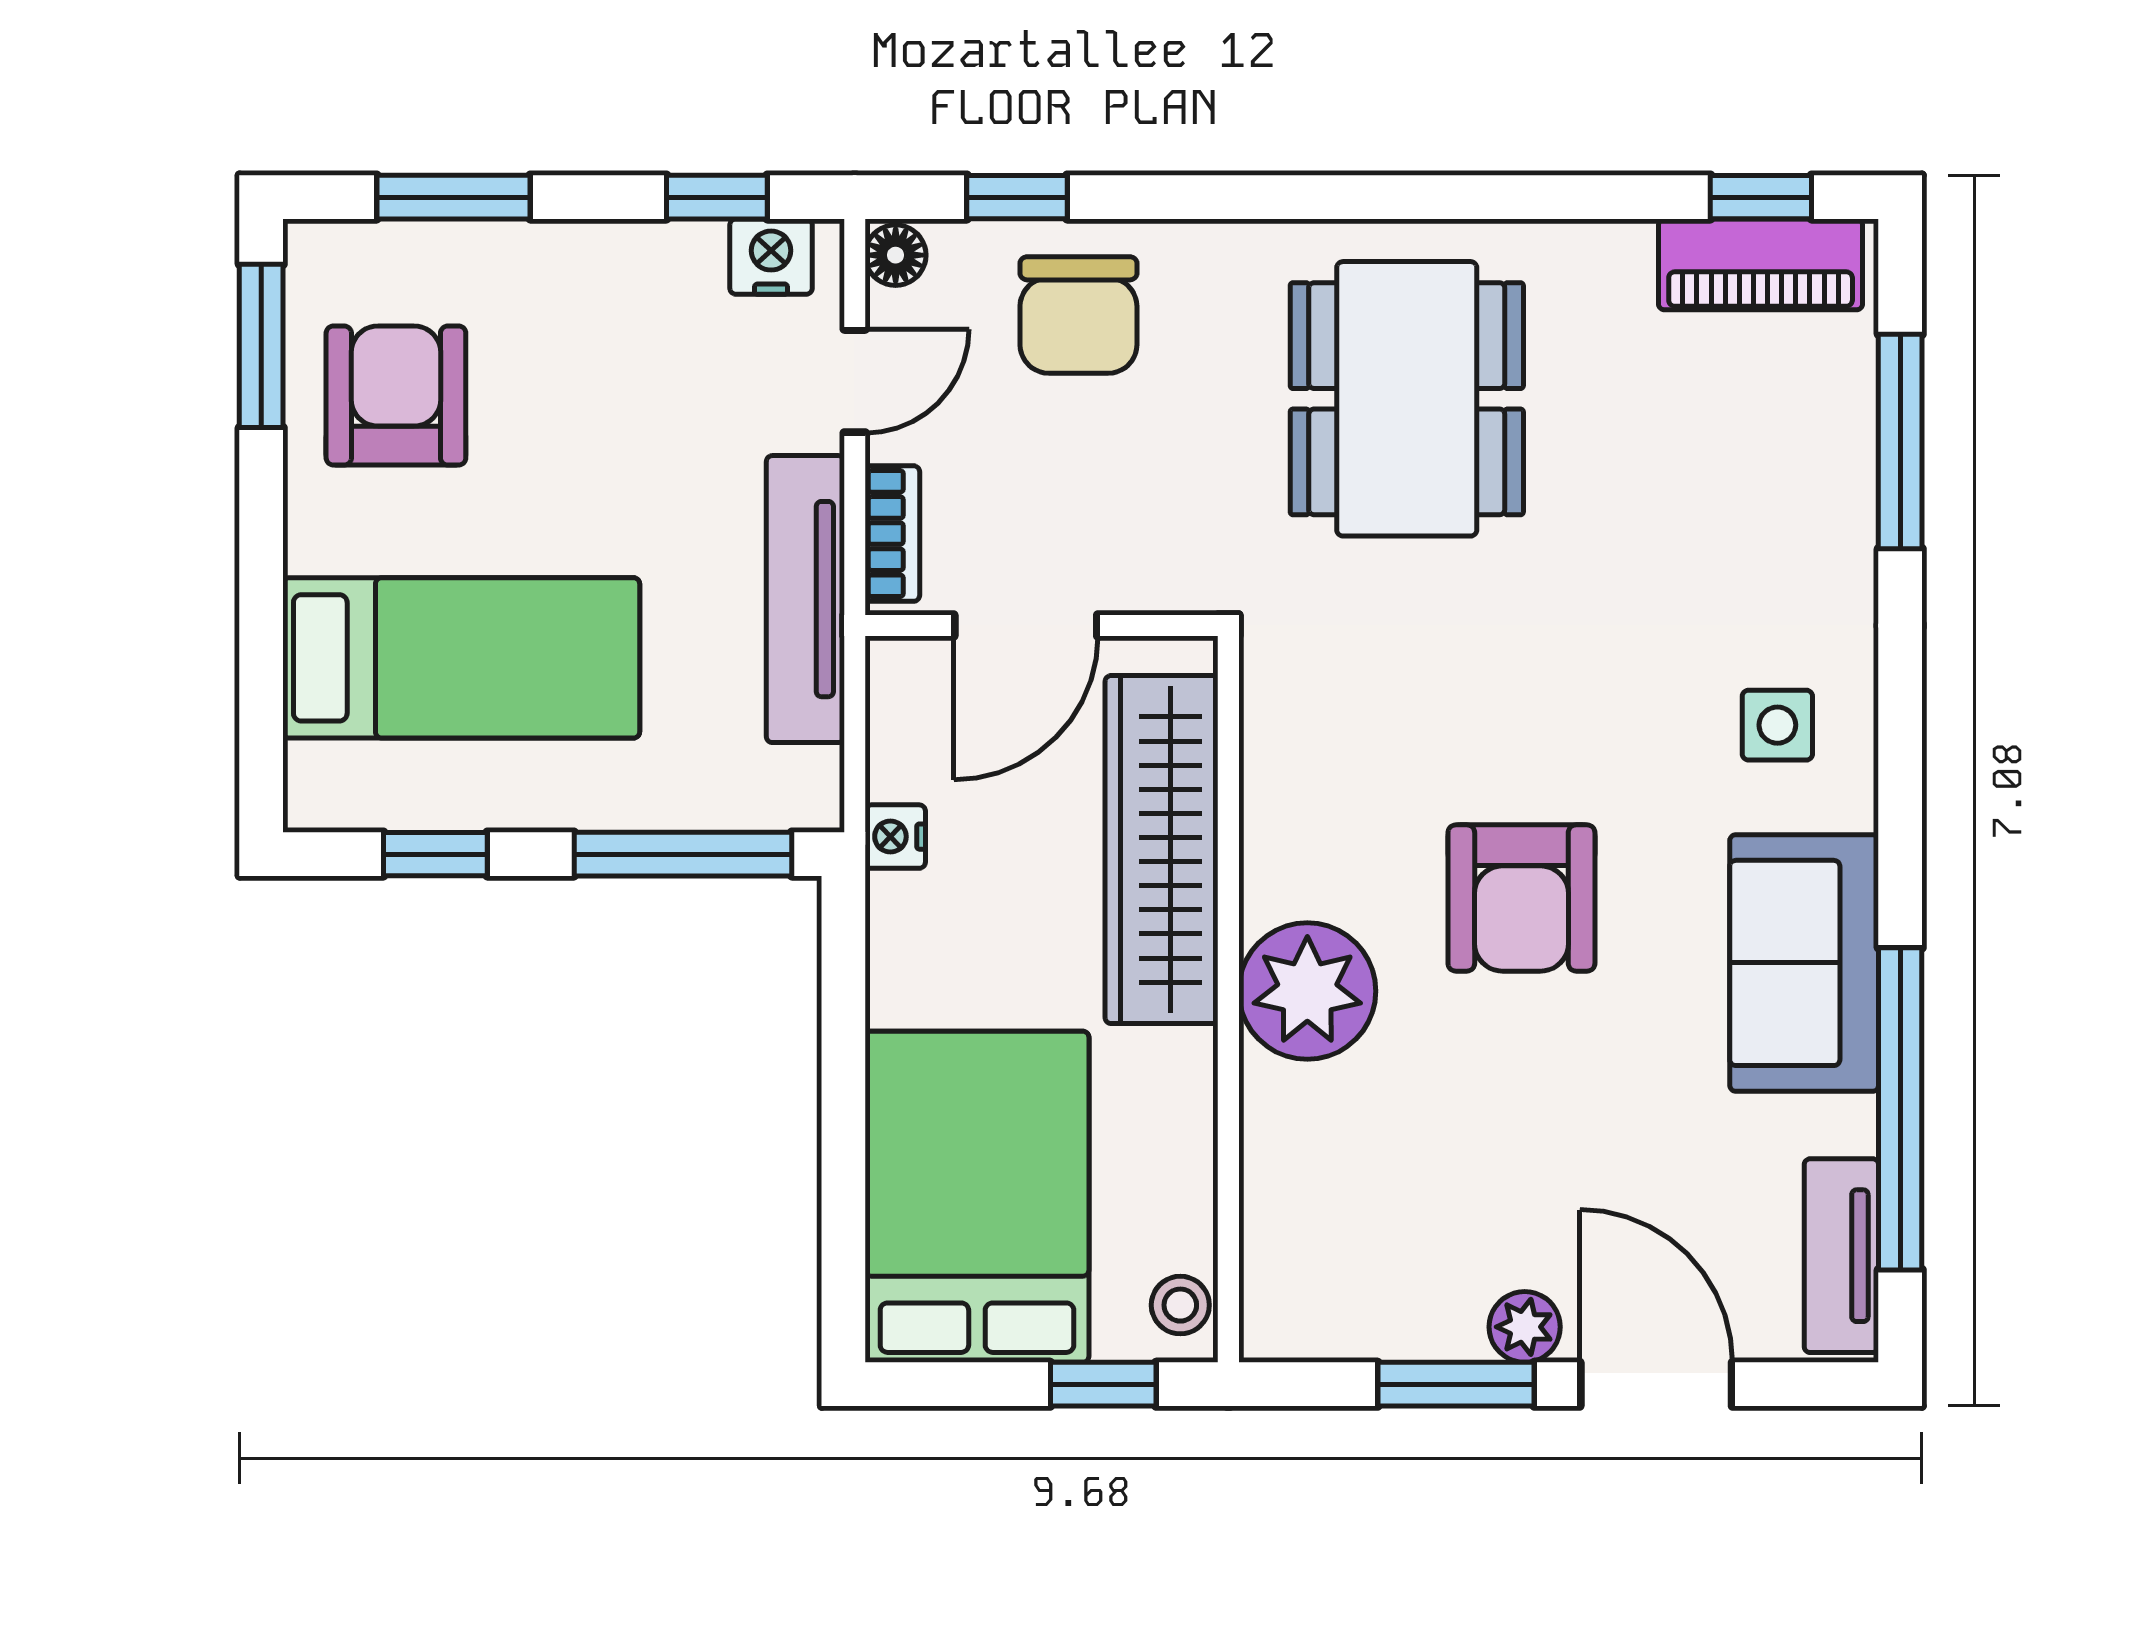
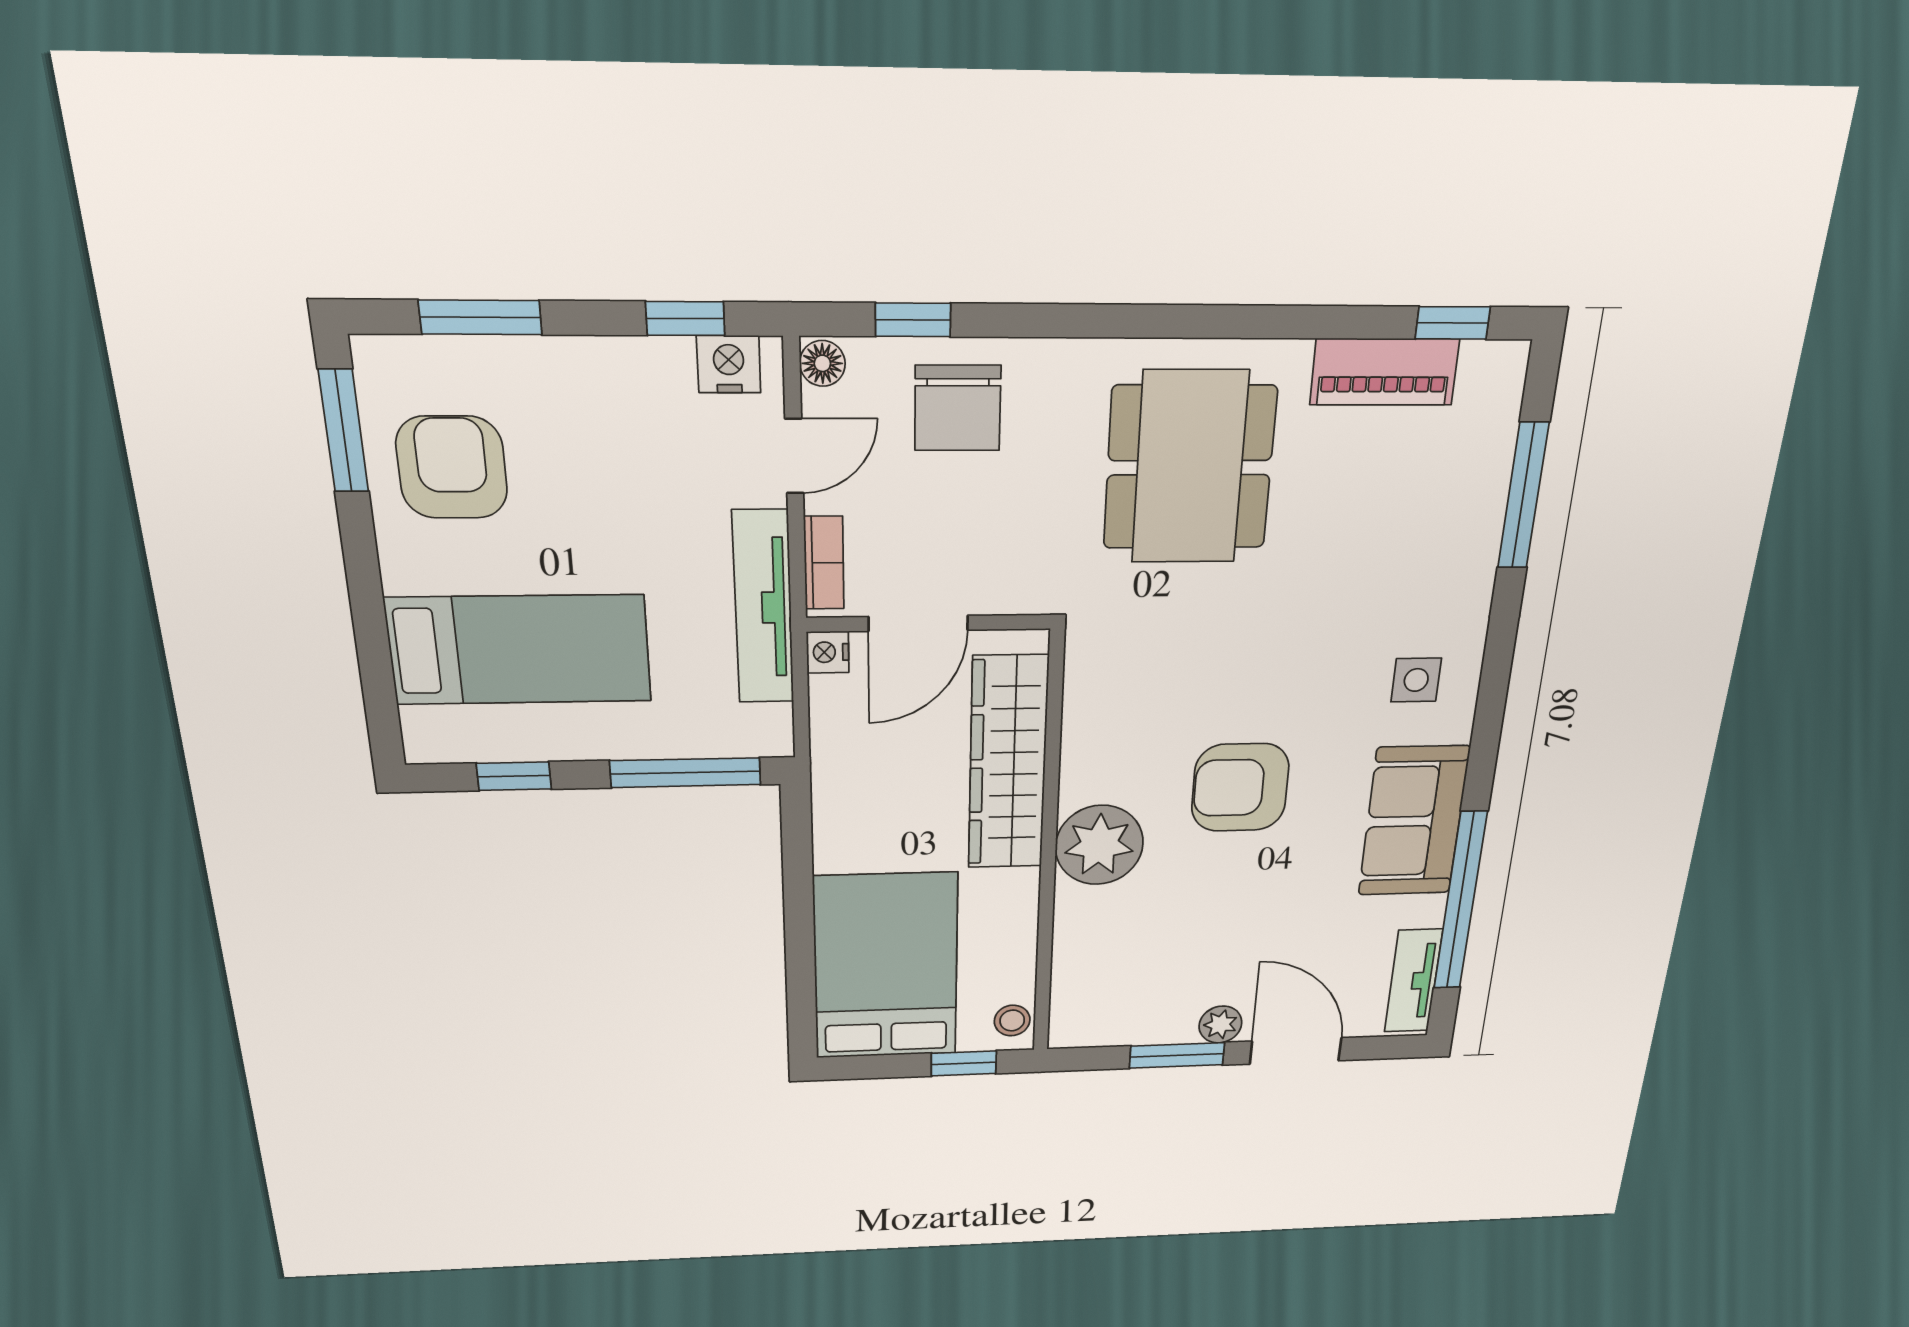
piano: (1761, 264) -> (1384, 372), moved
nightstand: (895, 837) -> (828, 652), moved
armchair: (1521, 898) -> (1240, 788), turned 90

